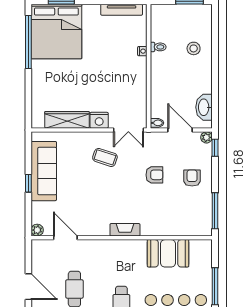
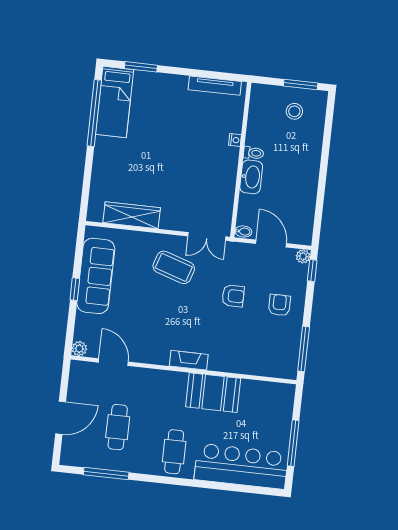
bed: (56, 31) -> (115, 102), width x0.49
toilet: (158, 47) -> (253, 153), moved
stool: (194, 48) -> (294, 111), moved
washbasin: (204, 107) -> (251, 177), moved, turned 180
nightstand: (99, 120) -> (172, 220), removed
coffee table: (105, 157) -> (174, 267), width x1.36, depth x1.30
booth: (168, 253) -> (213, 393), moved
door: (28, 287) -> (61, 418), hinge flipped

